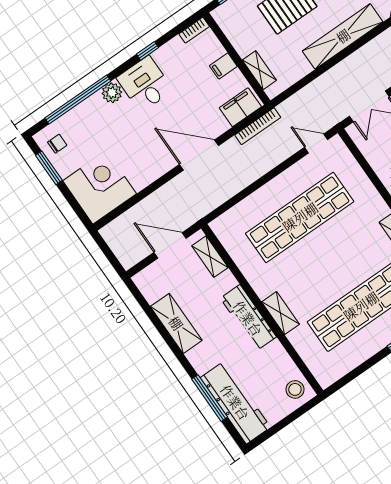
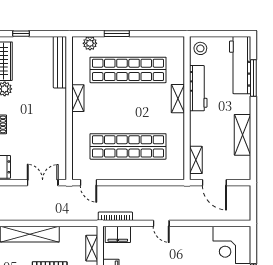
door: (199, 155) -> (161, 223), width x0.53
workbench: (248, 318) -> (198, 88), moved

